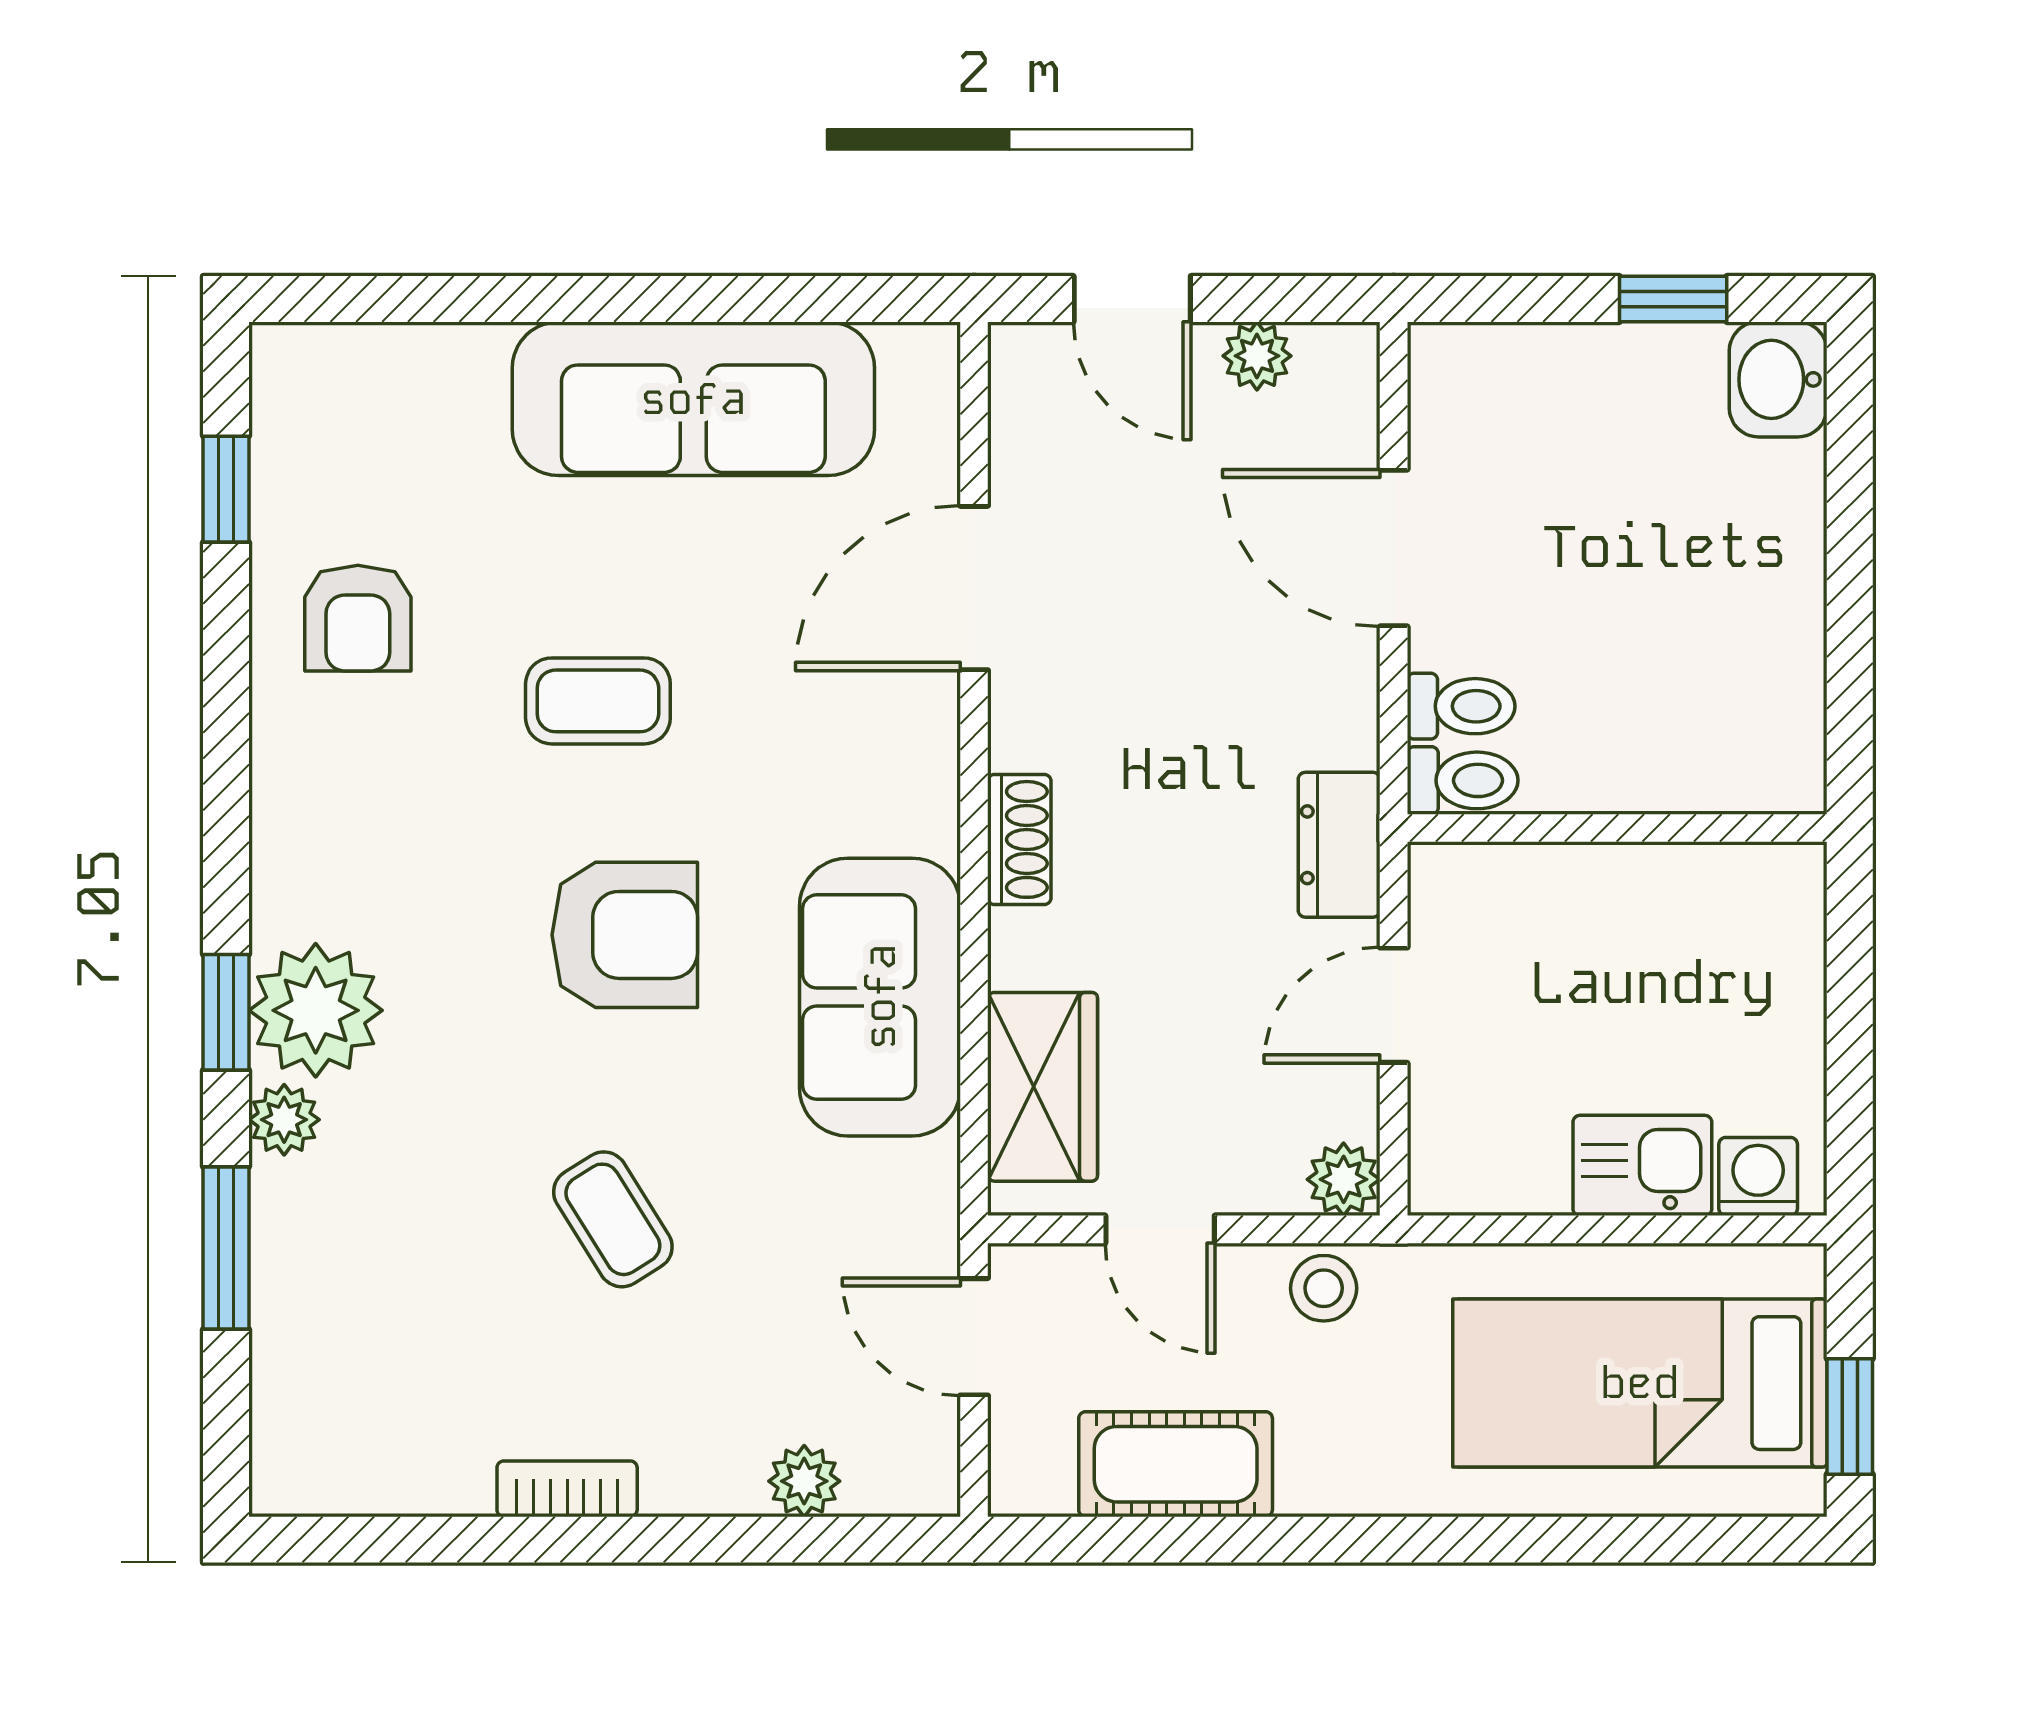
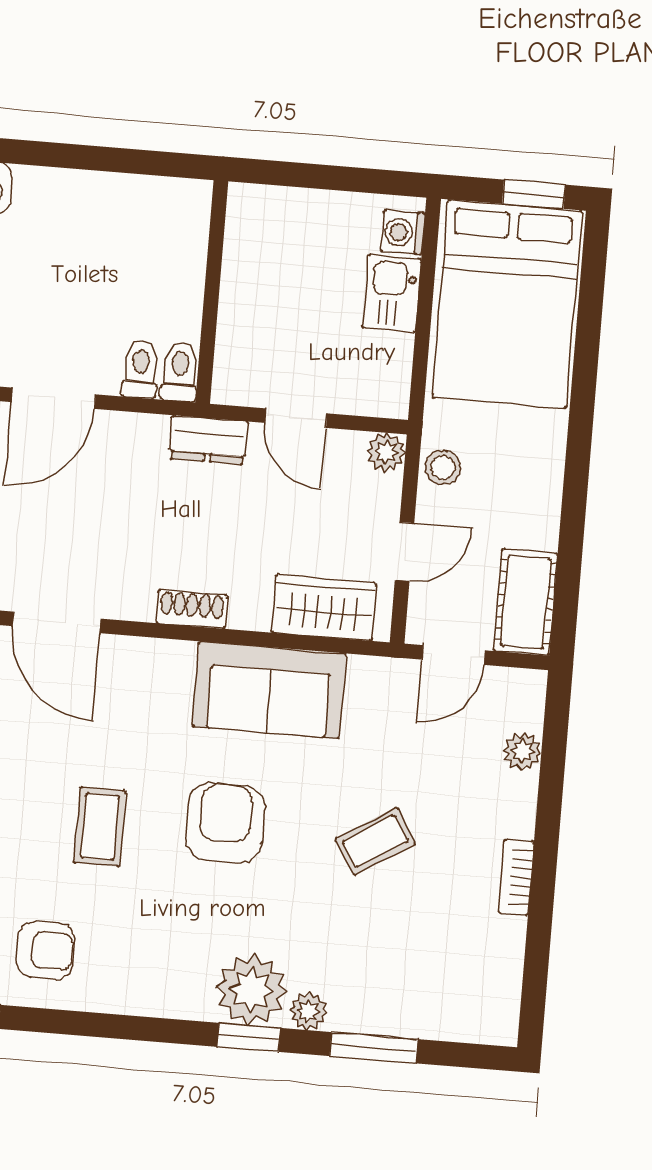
bed: (1640, 1383) -> (507, 304), width x1.50
cot: (1176, 1464) -> (526, 602), moved

